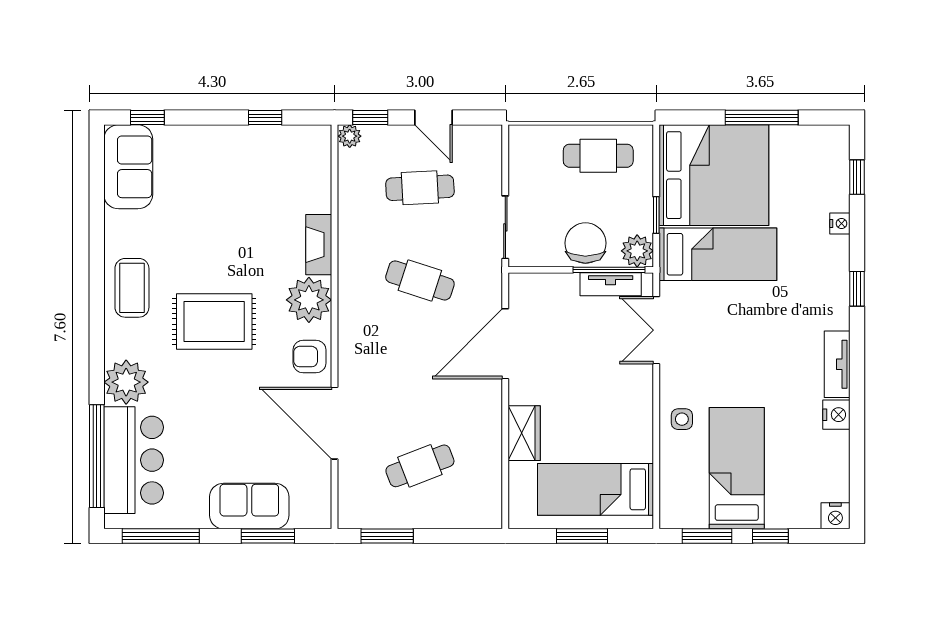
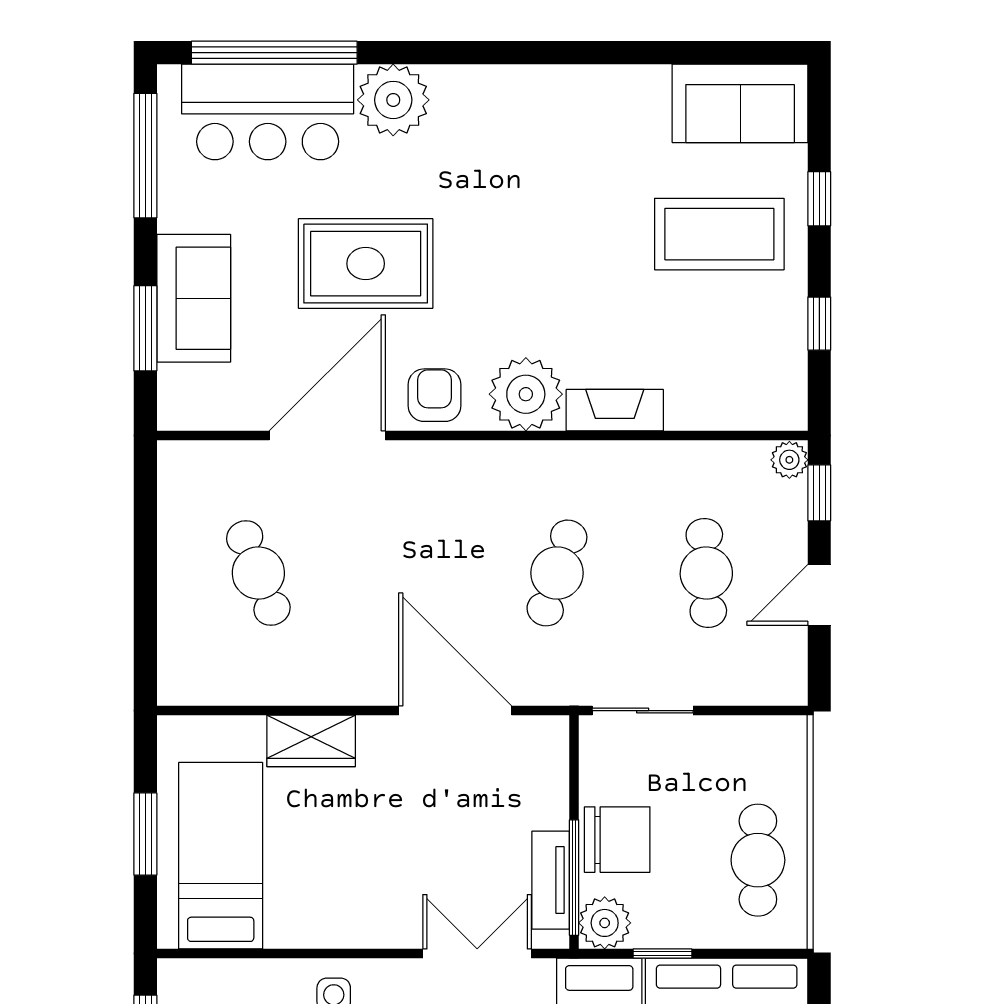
window: (147, 118) -> (819, 199), moved
coffee table: (132, 288) -> (719, 234), moved, width x1.36, depth x1.32
rug: (214, 322) -> (366, 264), moved, turned 90
window: (387, 536) -> (145, 520), removed

